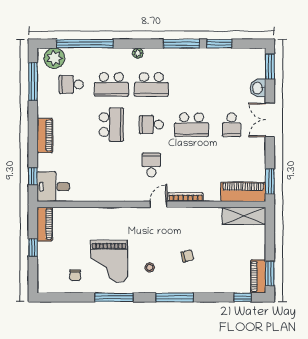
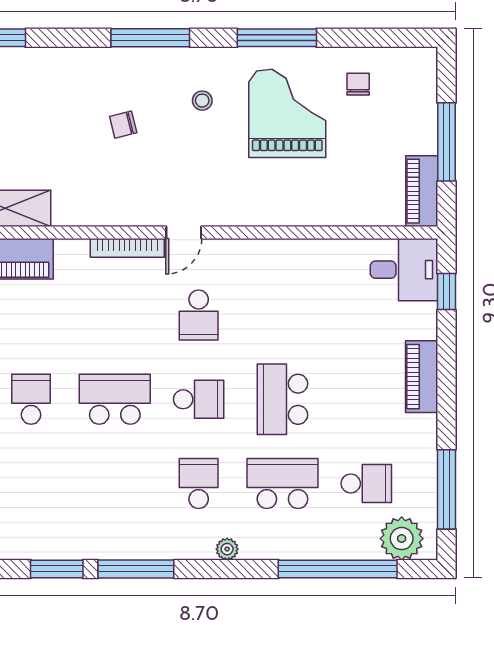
school desk: (151, 84) -> (199, 483), width x0.54
window: (33, 248) -> (447, 142), width x2.17

